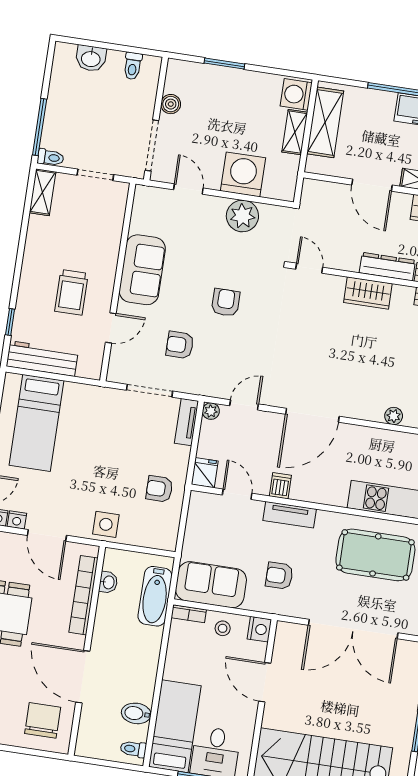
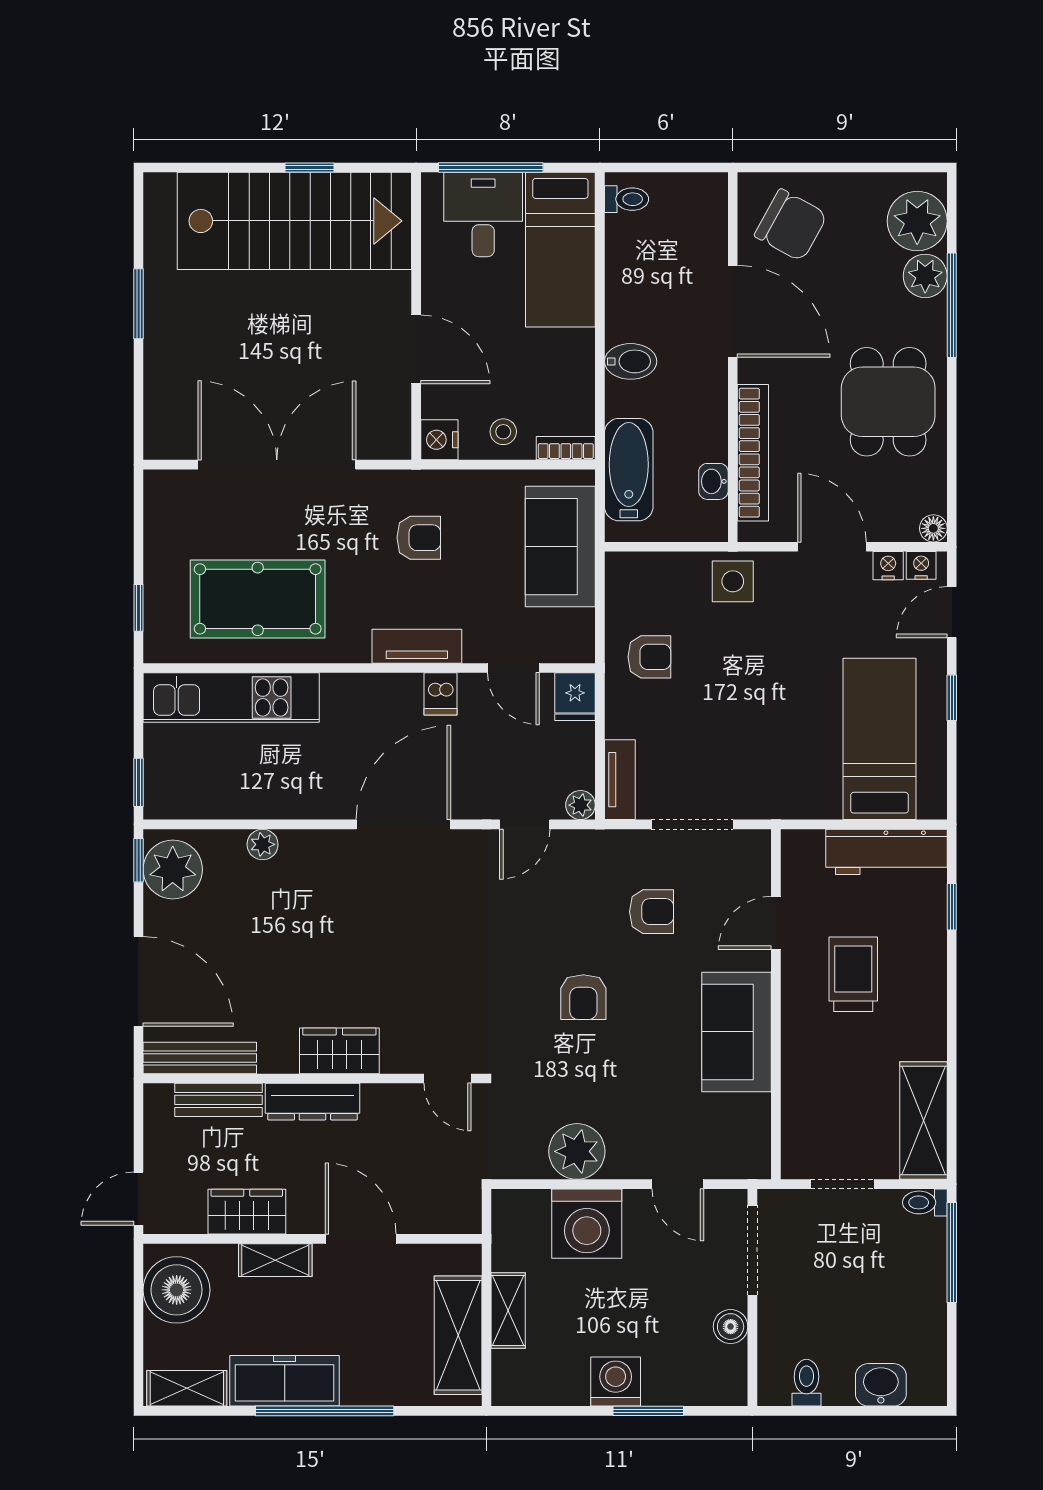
washing machine: (296, 94) -> (616, 1382), moved, turned -90
shelving: (43, 192) -> (924, 1121), width x1.50, depth x1.33
sofa: (211, 585) -> (560, 547), moved, turned 90
bidet: (136, 713) -> (631, 361), moved
chair: (43, 720) -> (791, 225), turned -61

